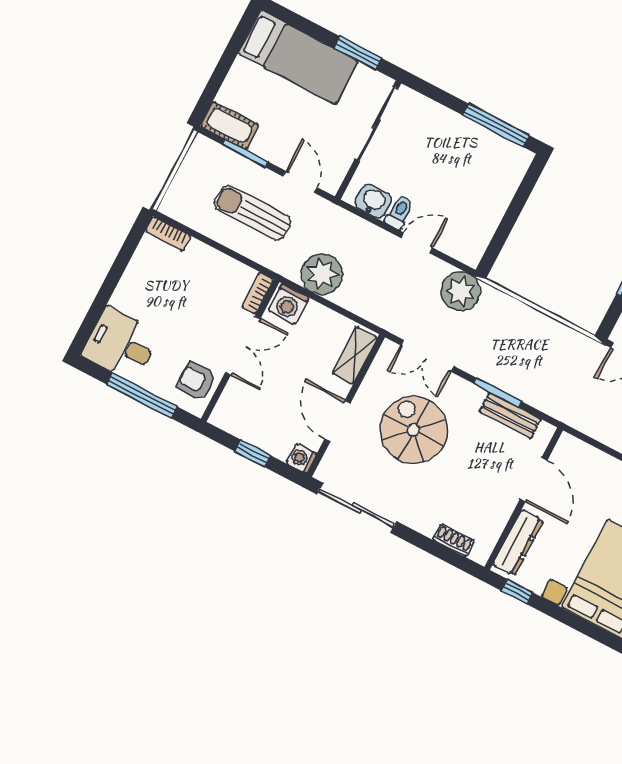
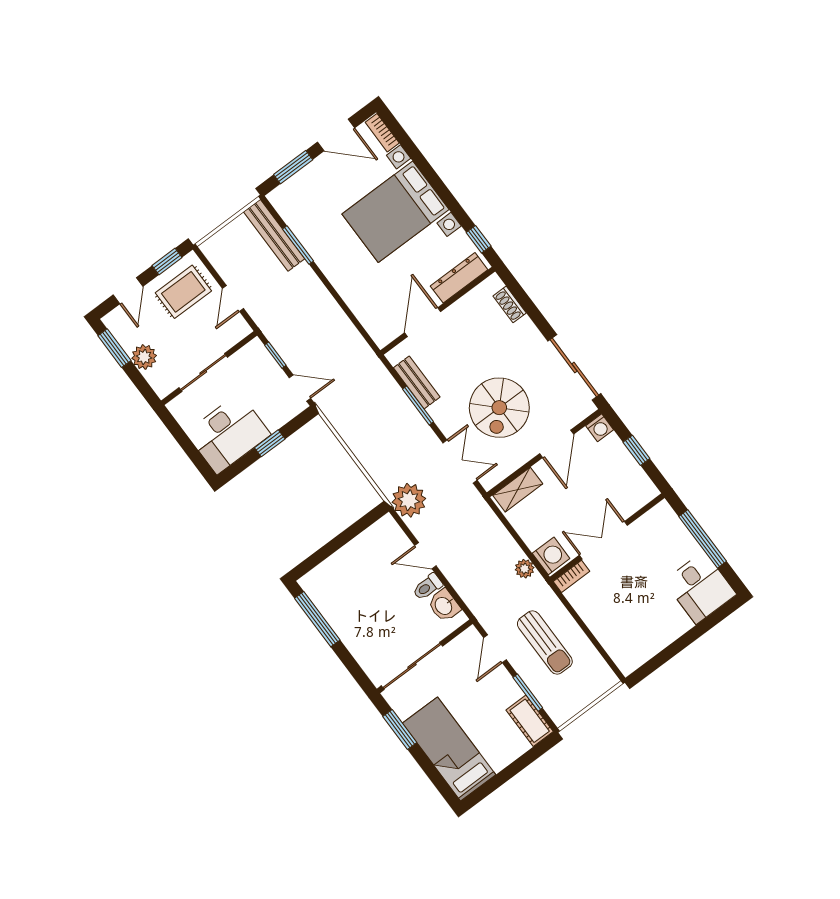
bookcase: (168, 234) -> (620, 658), removed
plant: (322, 274) -> (525, 569), width x0.53, depth x0.53
armchair: (196, 381) -> (654, 530), removed

